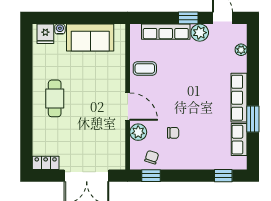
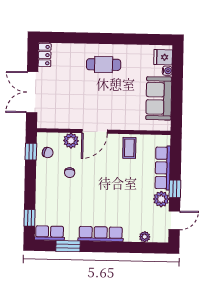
window: (253, 119) -> (68, 246), moved
row of seats: (239, 140) -> (50, 233), moved

